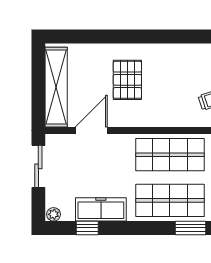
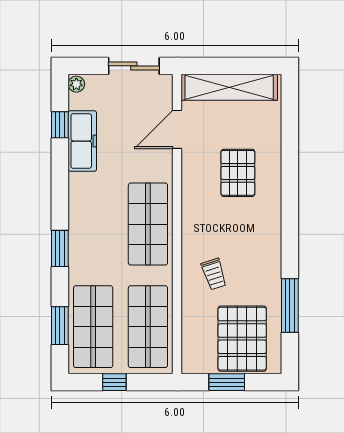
pallet: (127, 80) -> (238, 173), turned 90
door: (91, 131) -> (177, 129), swing flipped
shop shelf: (170, 200) -> (93, 224), removed

